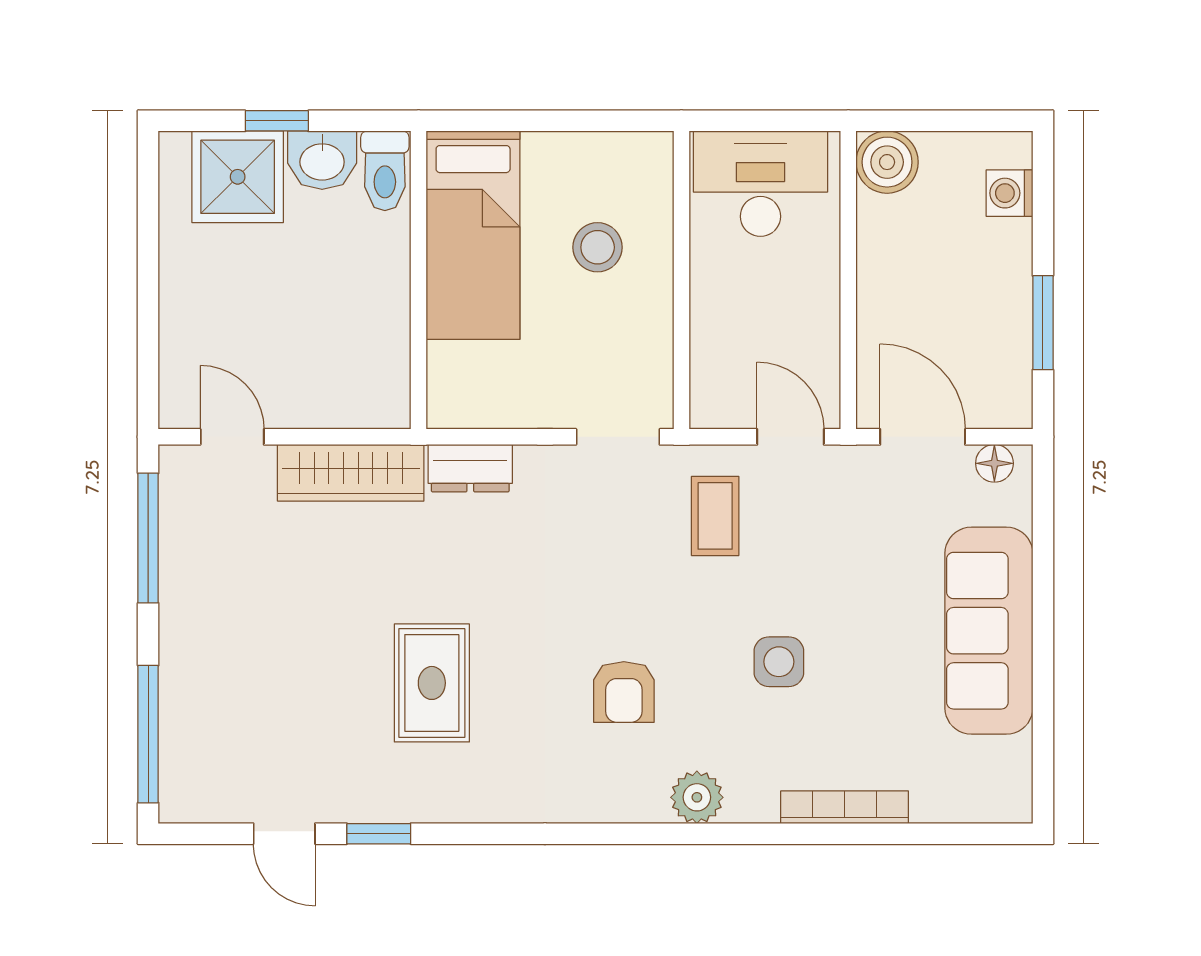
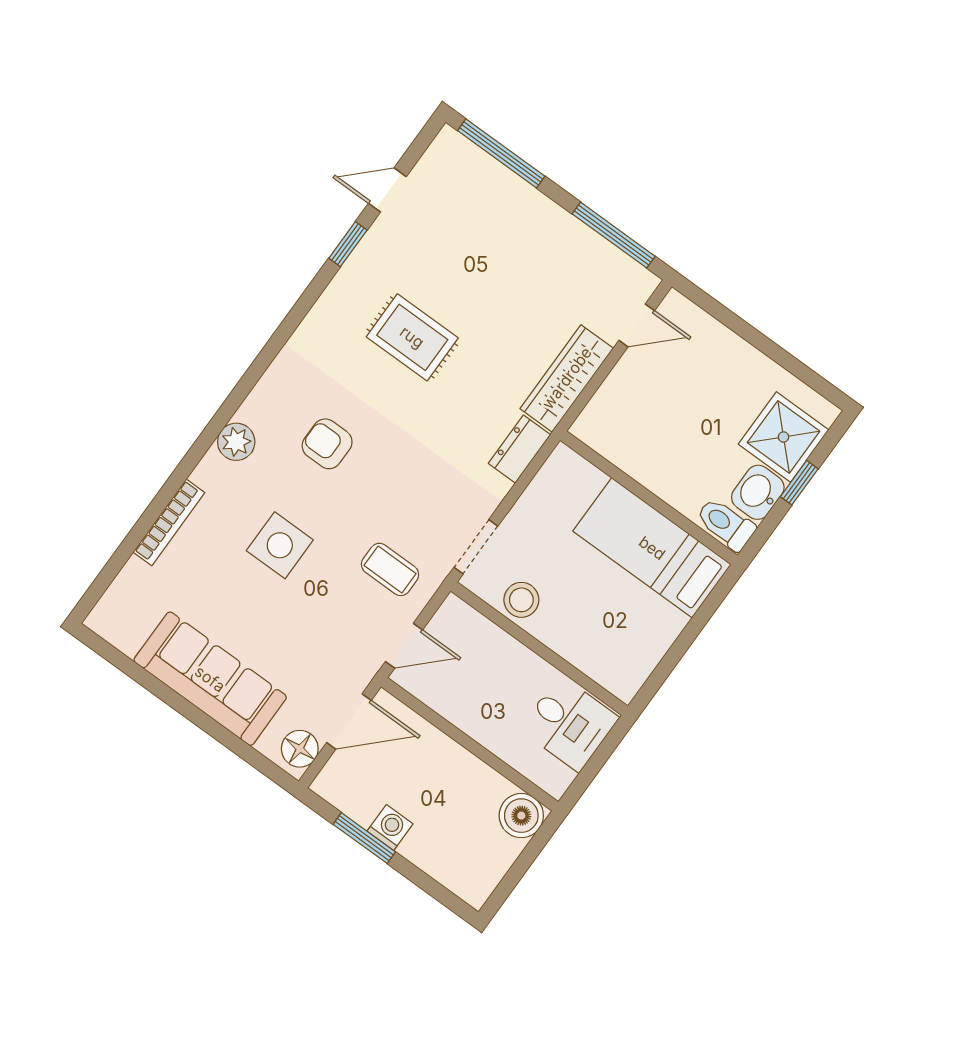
desk: (760, 184) -> (569, 723), width x0.73
washing machine: (1010, 193) -> (390, 828), moved
stool: (598, 247) -> (521, 600), moved
floor lamp: (994, 463) -> (300, 749), width x1.37, depth x1.37
side table: (779, 662) -> (280, 545), width x1.37, depth x1.37

